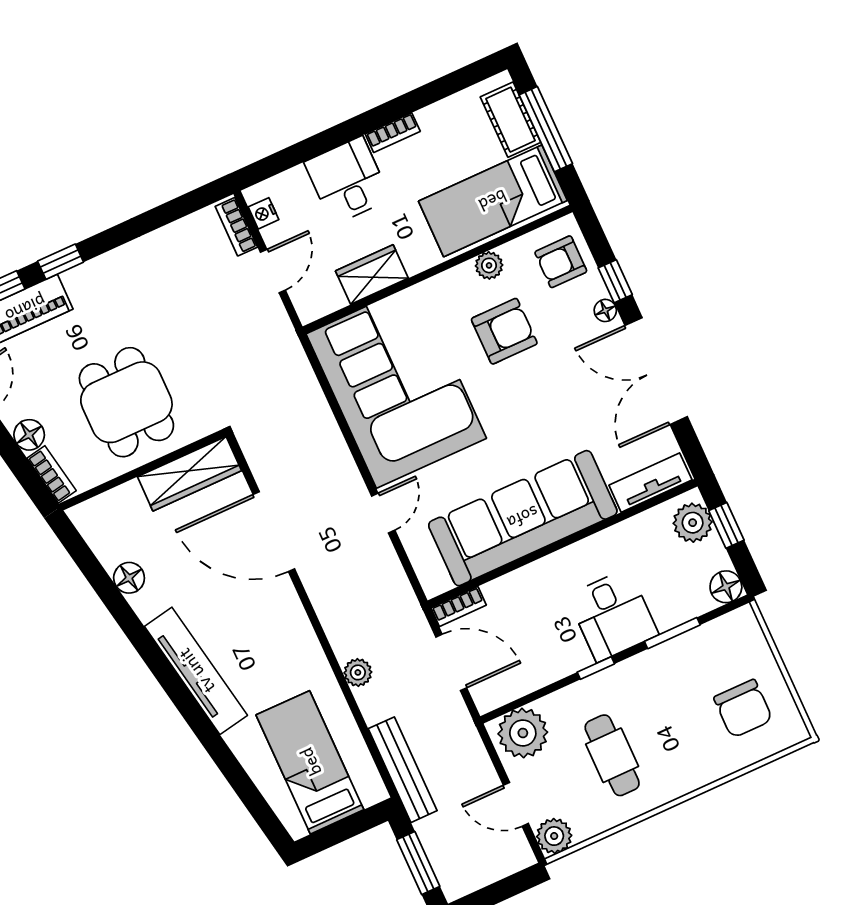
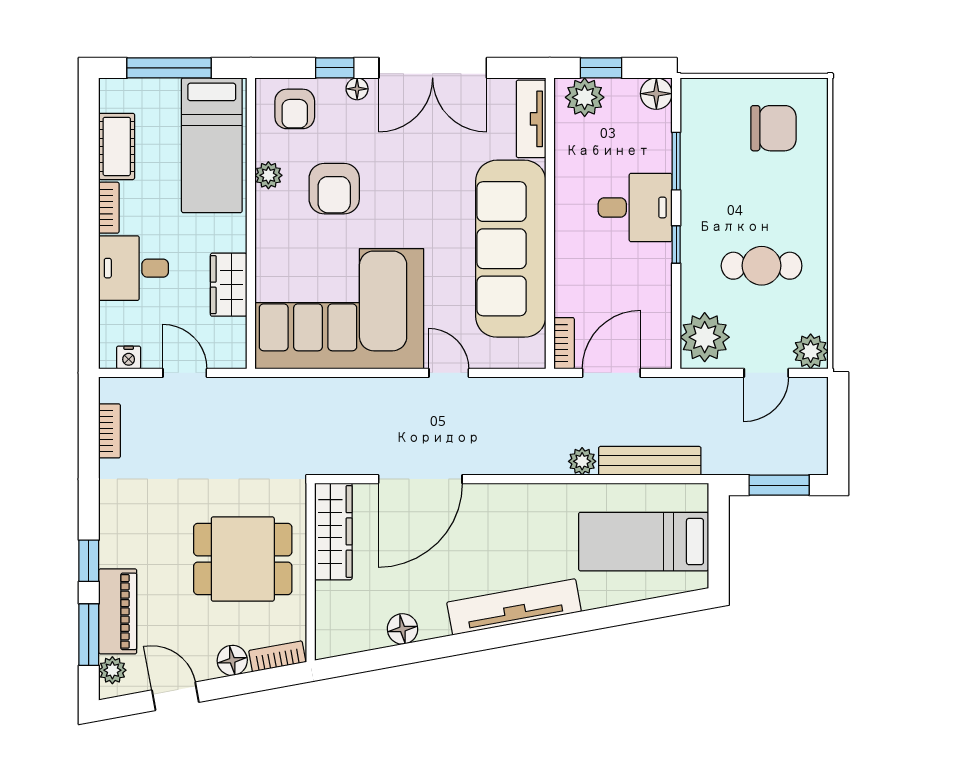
cot: (511, 120) -> (117, 146), moved, turned 90
bookcase: (236, 227) -> (110, 431), moved, turned -90
armchair: (504, 331) -> (334, 189), turned 180
bench: (403, 770) -> (650, 461), moved

